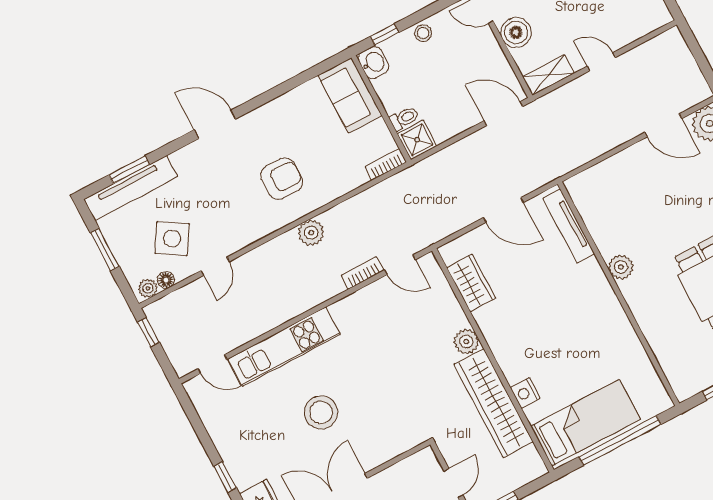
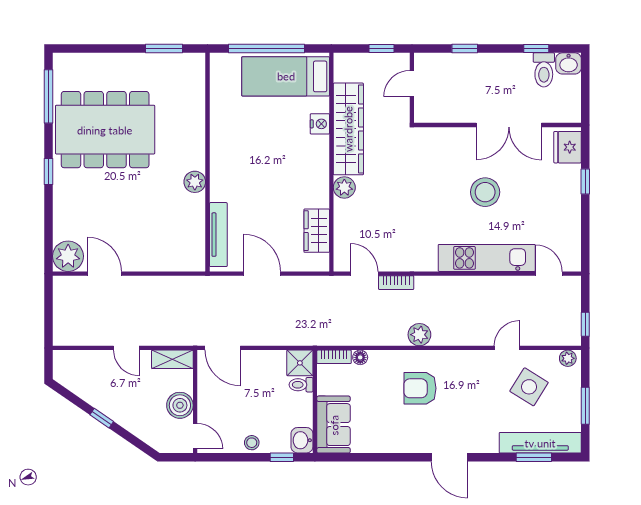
floor lamp: (166, 280) -> (360, 357), moved

